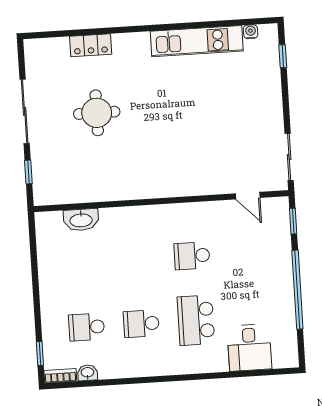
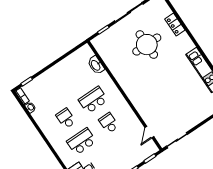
round table: (97, 113) -> (147, 45), width x1.36, depth x1.36
school desk: (87, 327) -> (93, 100), moved, width x1.85

